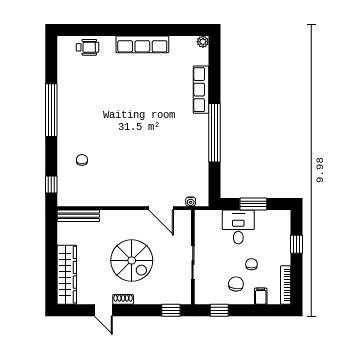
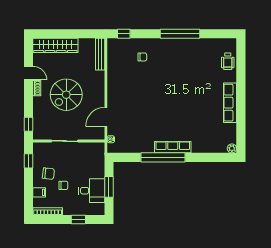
row of seats: (201, 90) -> (173, 147), moved
desk: (238, 227) -> (92, 191), moved
door: (103, 310) -> (29, 73), swing flipped

